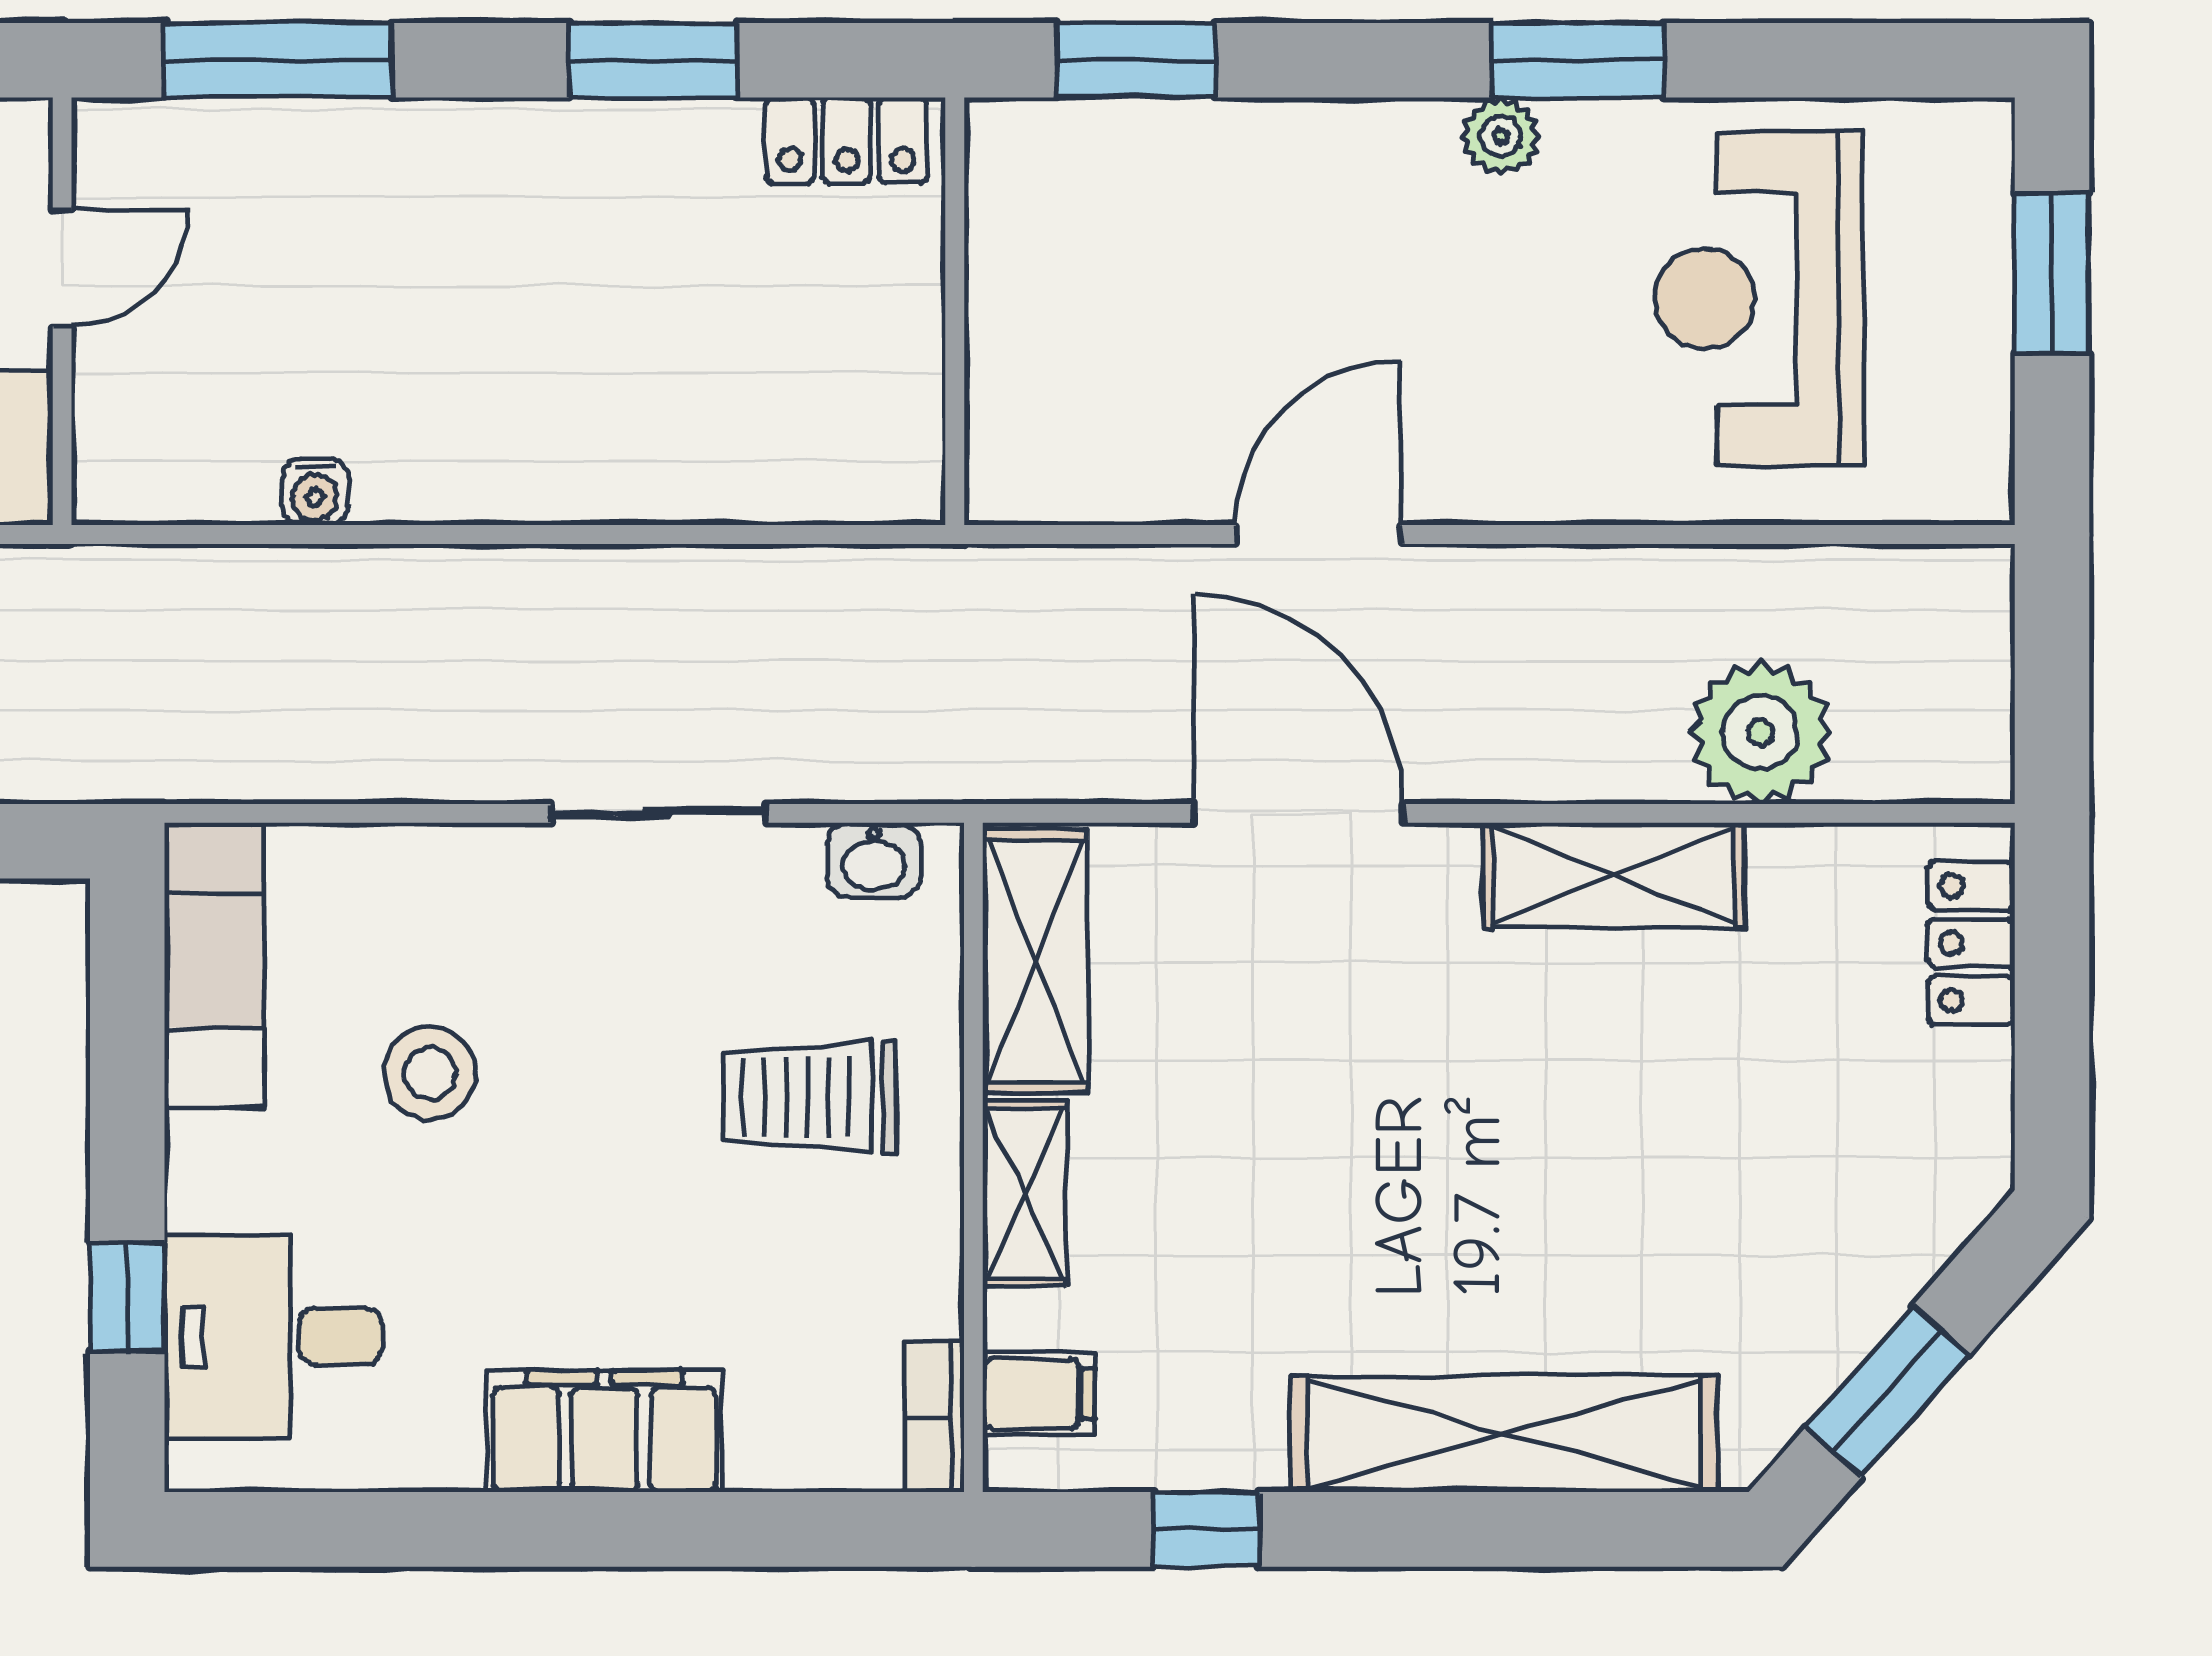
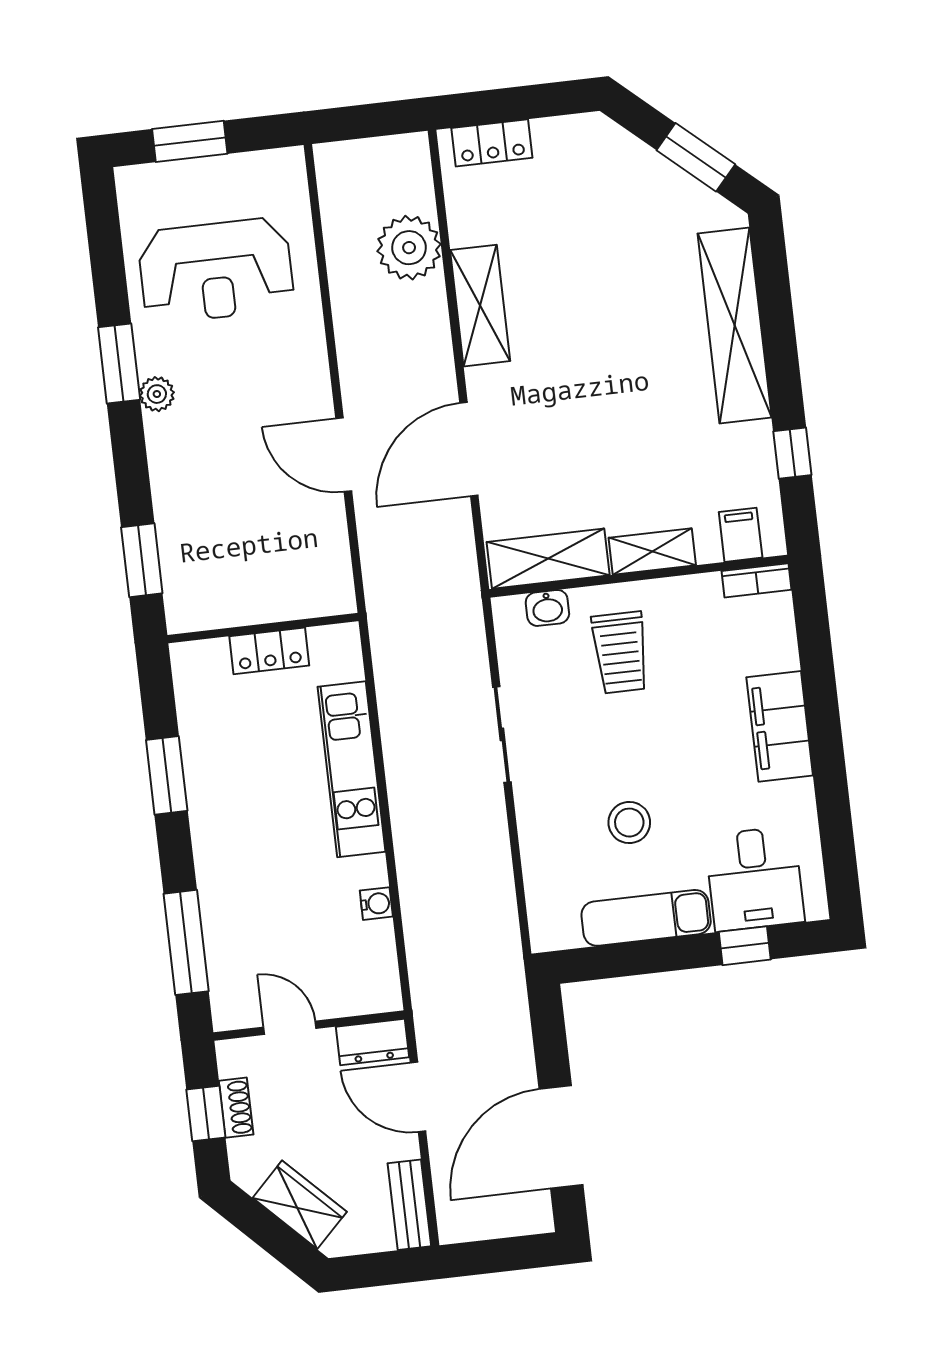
locker: (846, 140) -> (269, 651), moved, turned 90
kitchen unit: (619, 471) -> (351, 769), added
washbasin: (874, 860) -> (547, 608), moved, turned 90
exam couch: (214, 965) -> (646, 918), moved

